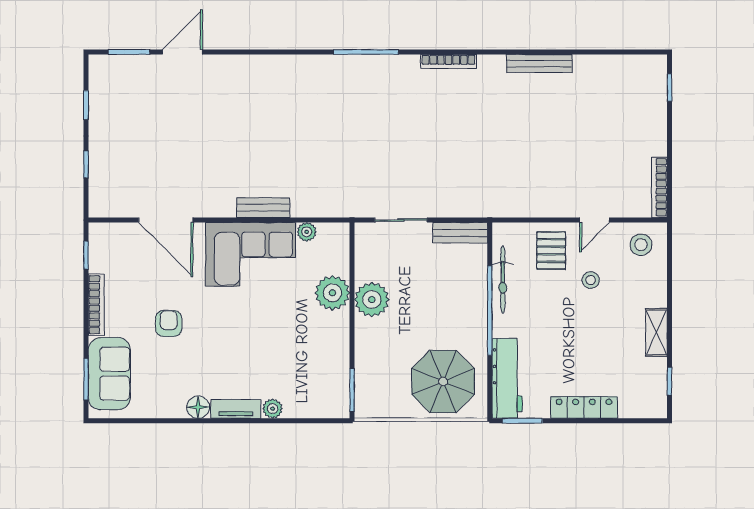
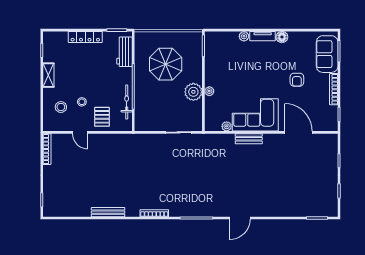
door: (183, 52) -> (240, 218), moved
door: (594, 220) -> (80, 132), swing flipped
bench: (460, 233) -> (148, 126), removed
stool: (641, 245) -> (61, 107), moved
plant: (332, 293) -> (209, 91), width x0.53, depth x0.53
workbench: (507, 378) -> (124, 52), width x0.73
parasol: (443, 381) -> (166, 64), moved

